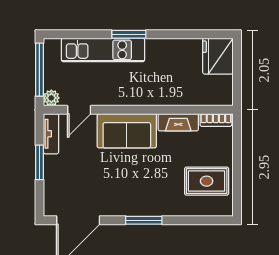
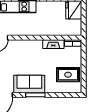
sofa: (127, 131) -> (29, 84), moved, turned 180

